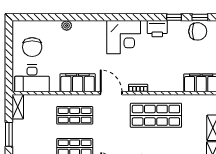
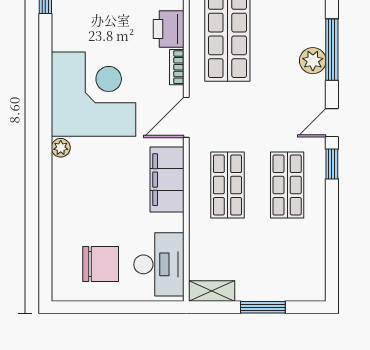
plant: (67, 26) -> (61, 148), moved
printer: (157, 29) -> (169, 29), moved, turned 180
corner desk: (124, 37) -> (93, 94), width x1.36, depth x1.36

